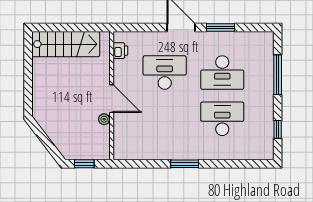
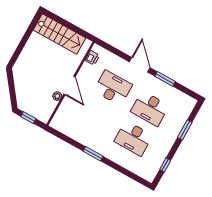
window: (278, 75) -> (185, 130), width x0.69
desk: (222, 119) -> (133, 138), turned 180

